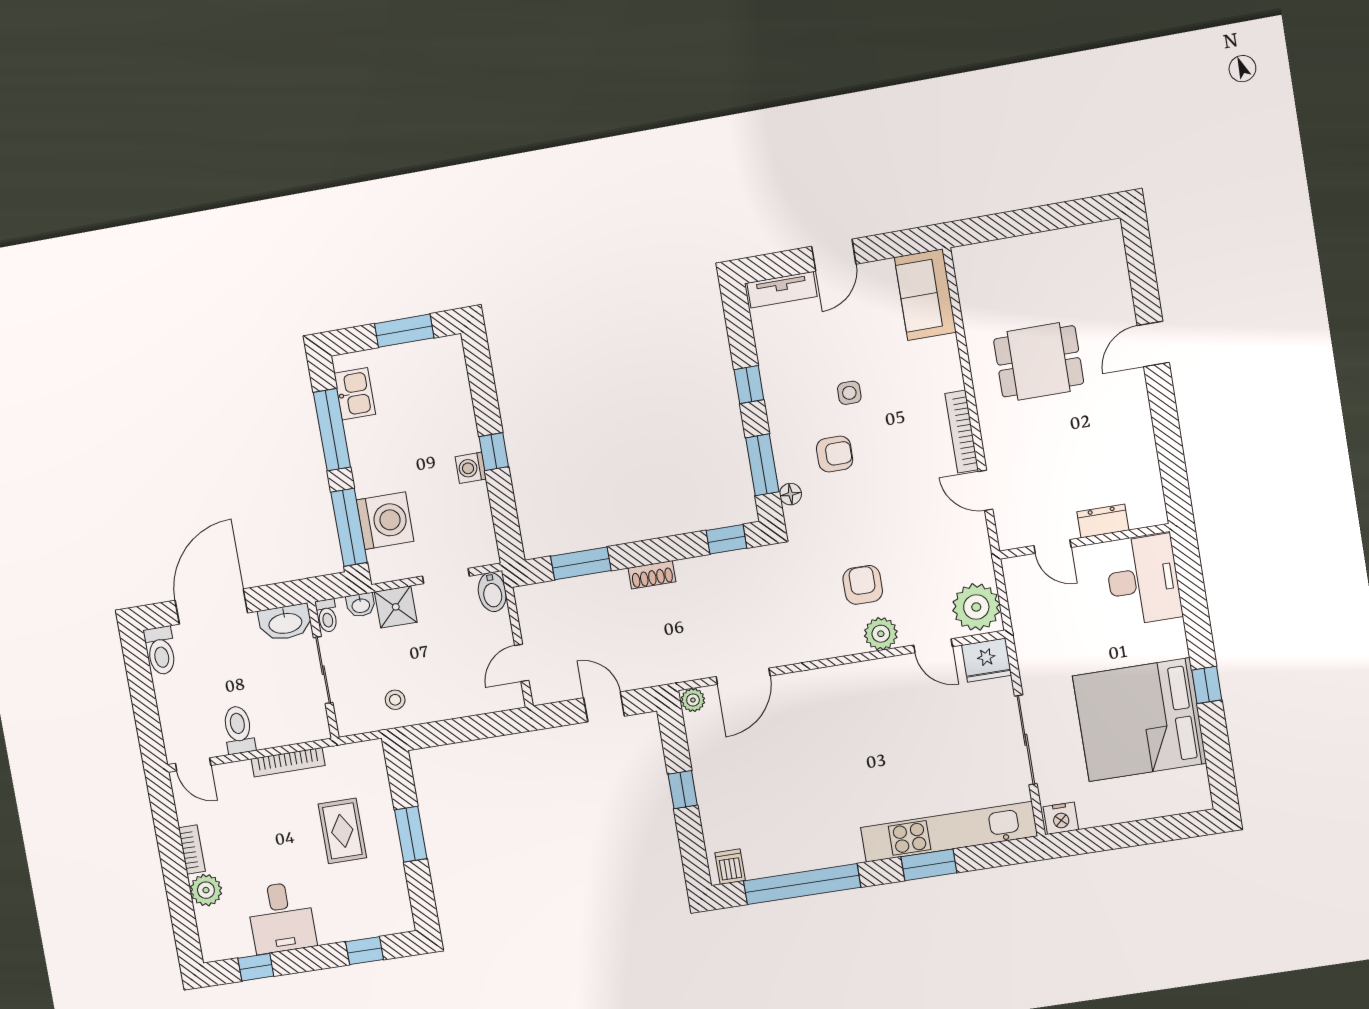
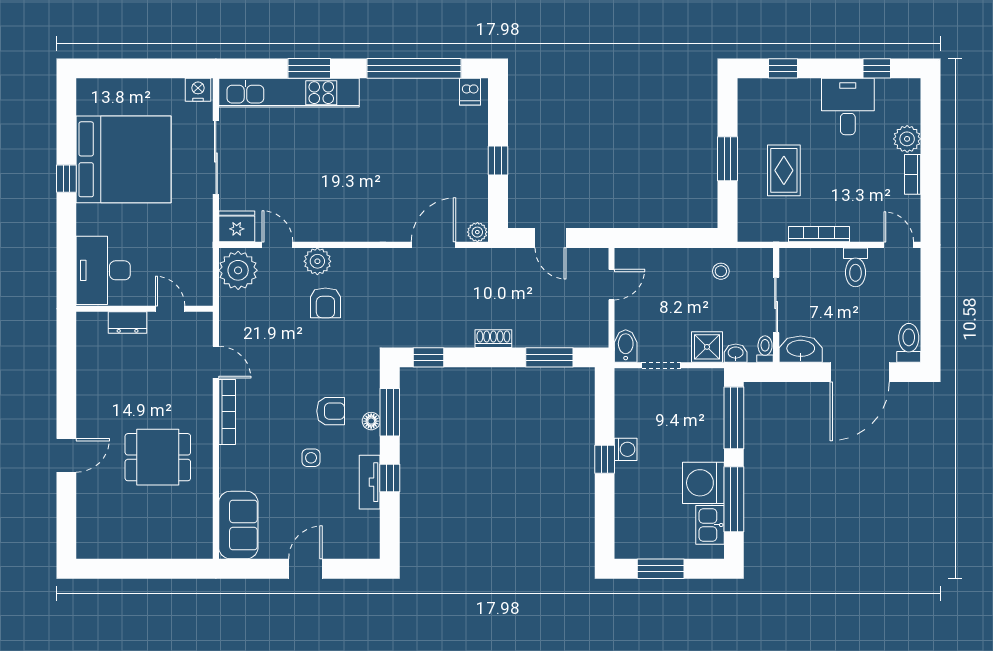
tv unit: (782, 290) -> (370, 482), moved, turned -90
armchair: (835, 454) -> (331, 411), turned 180
floor lamp: (790, 494) -> (371, 421), moved
washing machine: (385, 521) -> (703, 483), moved

